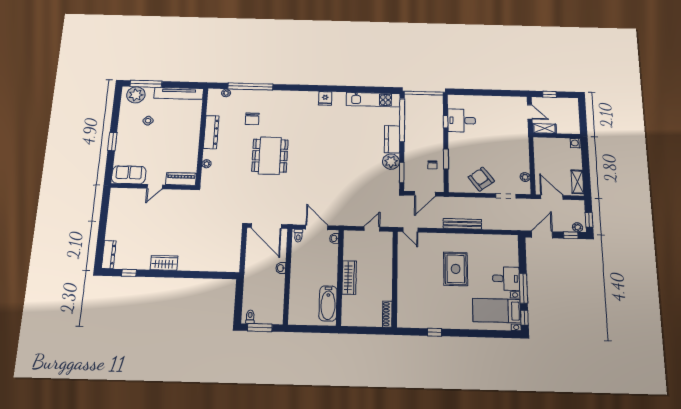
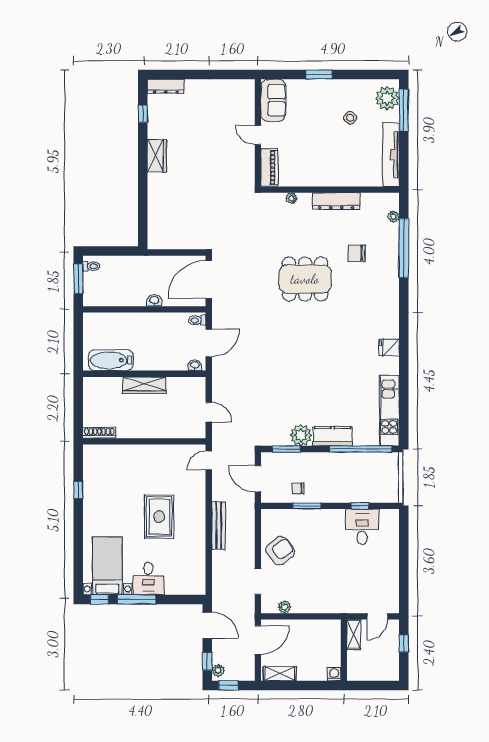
rug: (456, 269) -> (159, 517), turned 90

